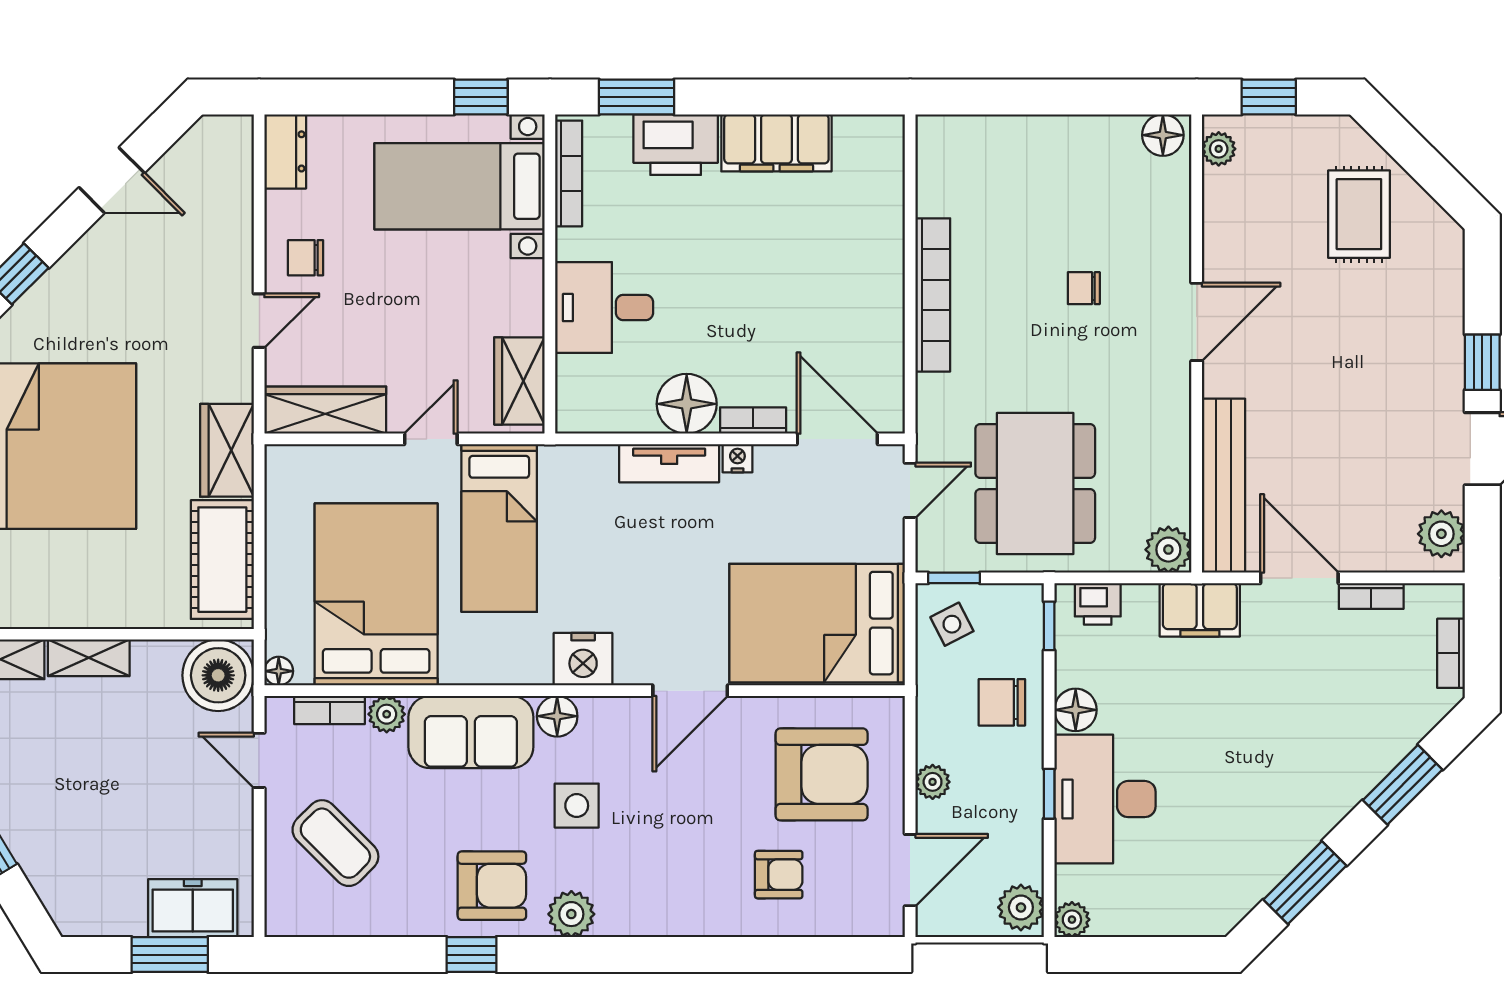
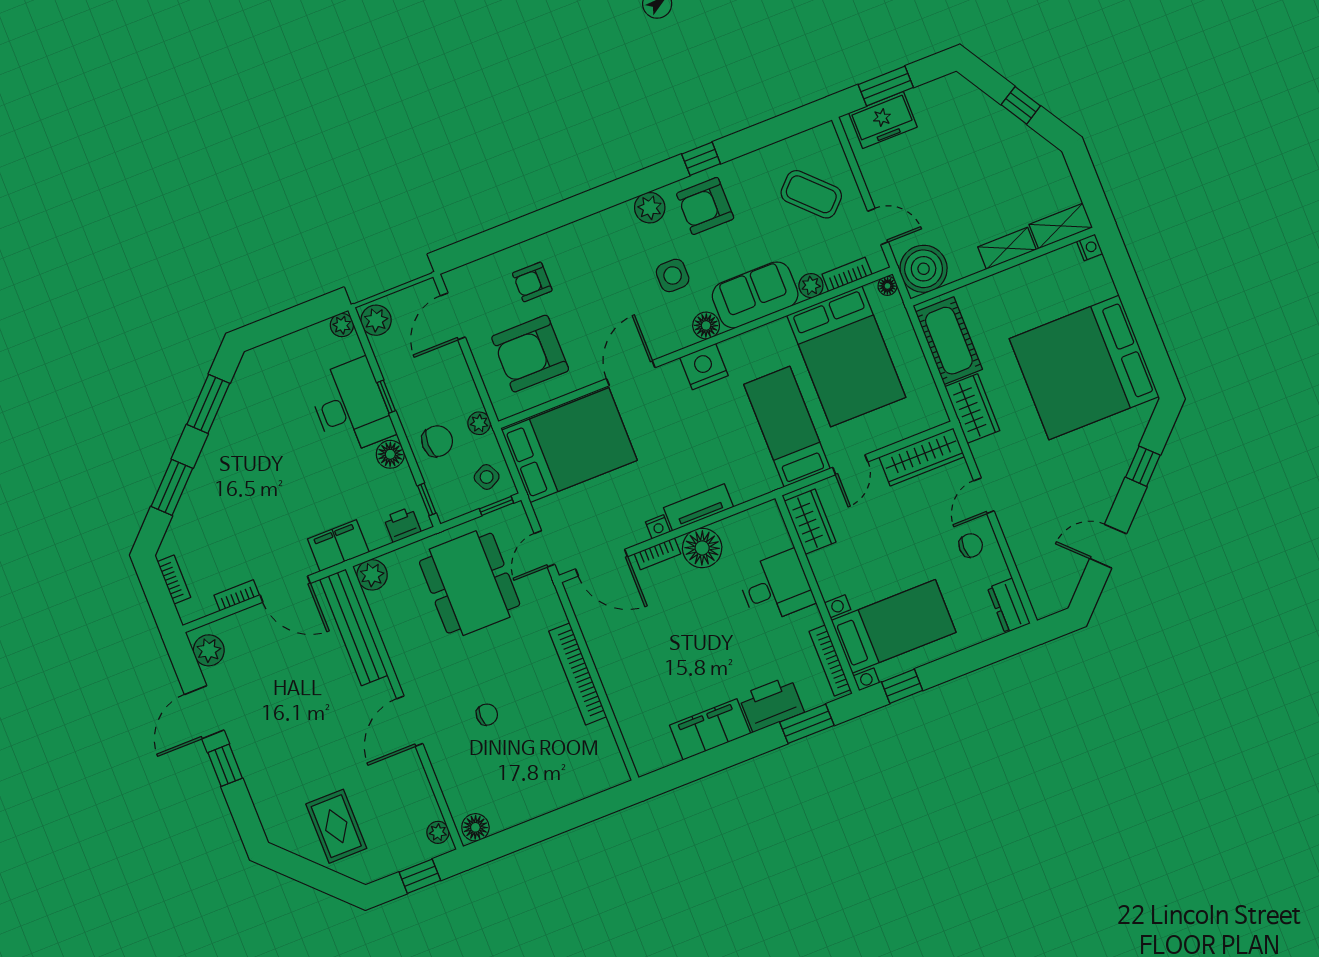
plant: (933, 782) -> (479, 423), moved

